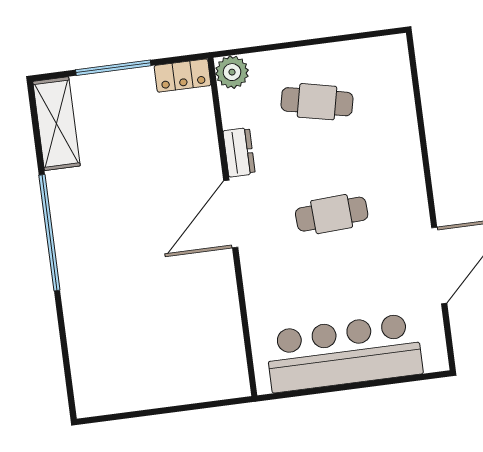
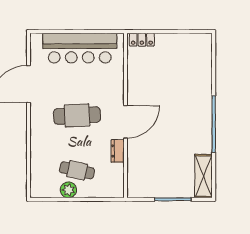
plant: (232, 72) -> (68, 190), moved
locker: (183, 76) -> (142, 40), moved, turned 180
cafe table: (332, 214) -> (77, 115), width x1.37, depth x1.35

